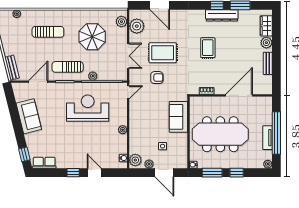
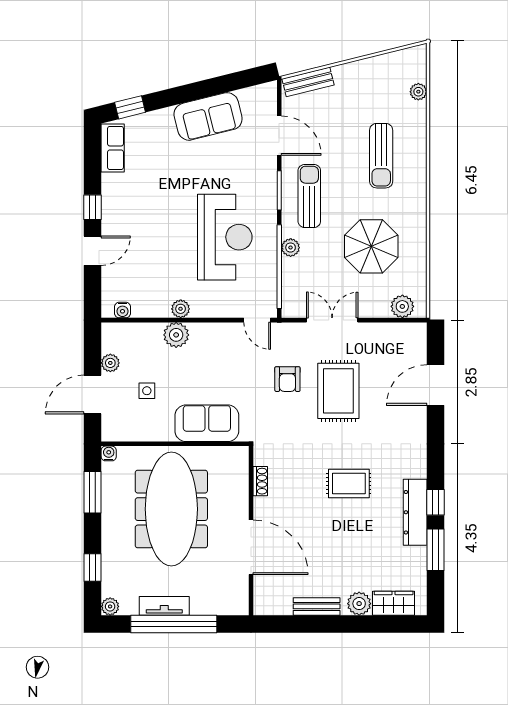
plant: (137, 26) -> (393, 338), removed
double door: (128, 56) -> (332, 320), swing flipped
plant: (135, 160) -> (176, 335), moved
window: (237, 173) -> (93, 568), moved

